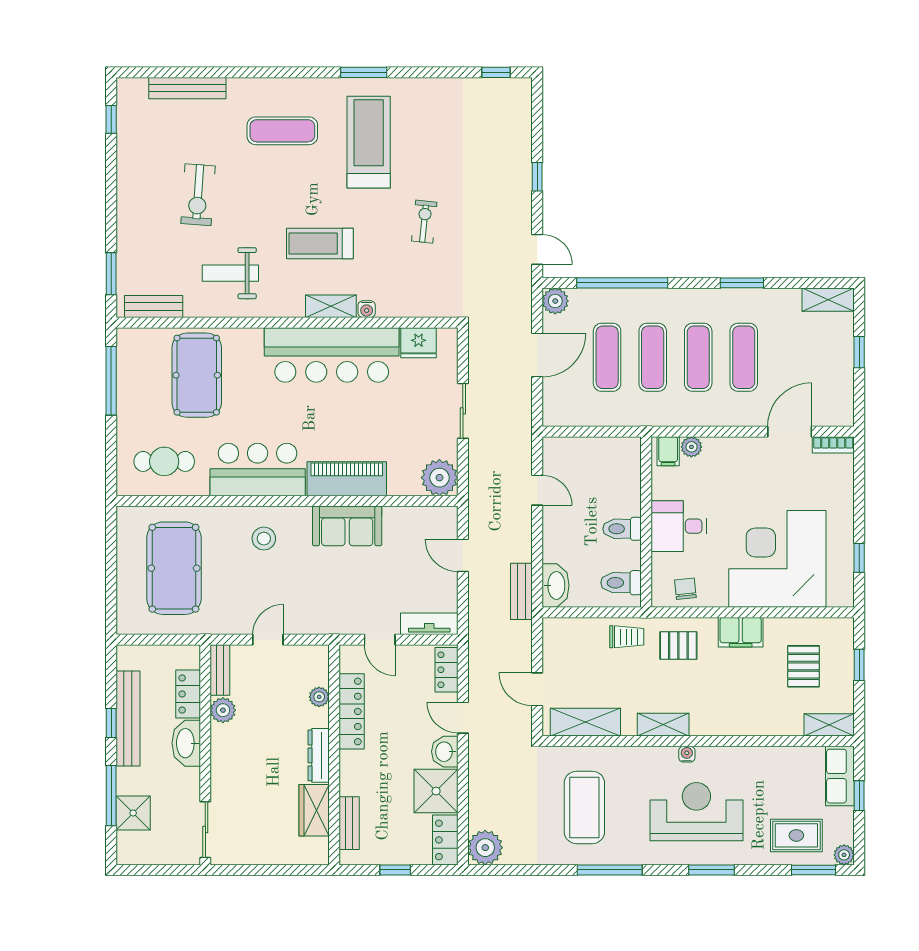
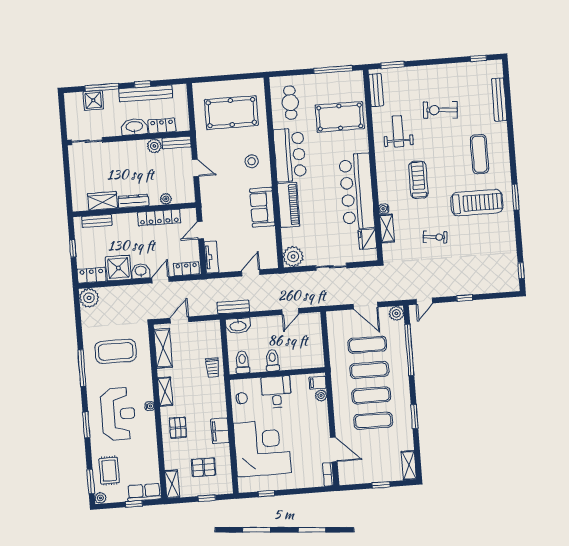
shelving: (331, 306) -> (387, 228), moved
pallet: (678, 645) -> (178, 428), moved

